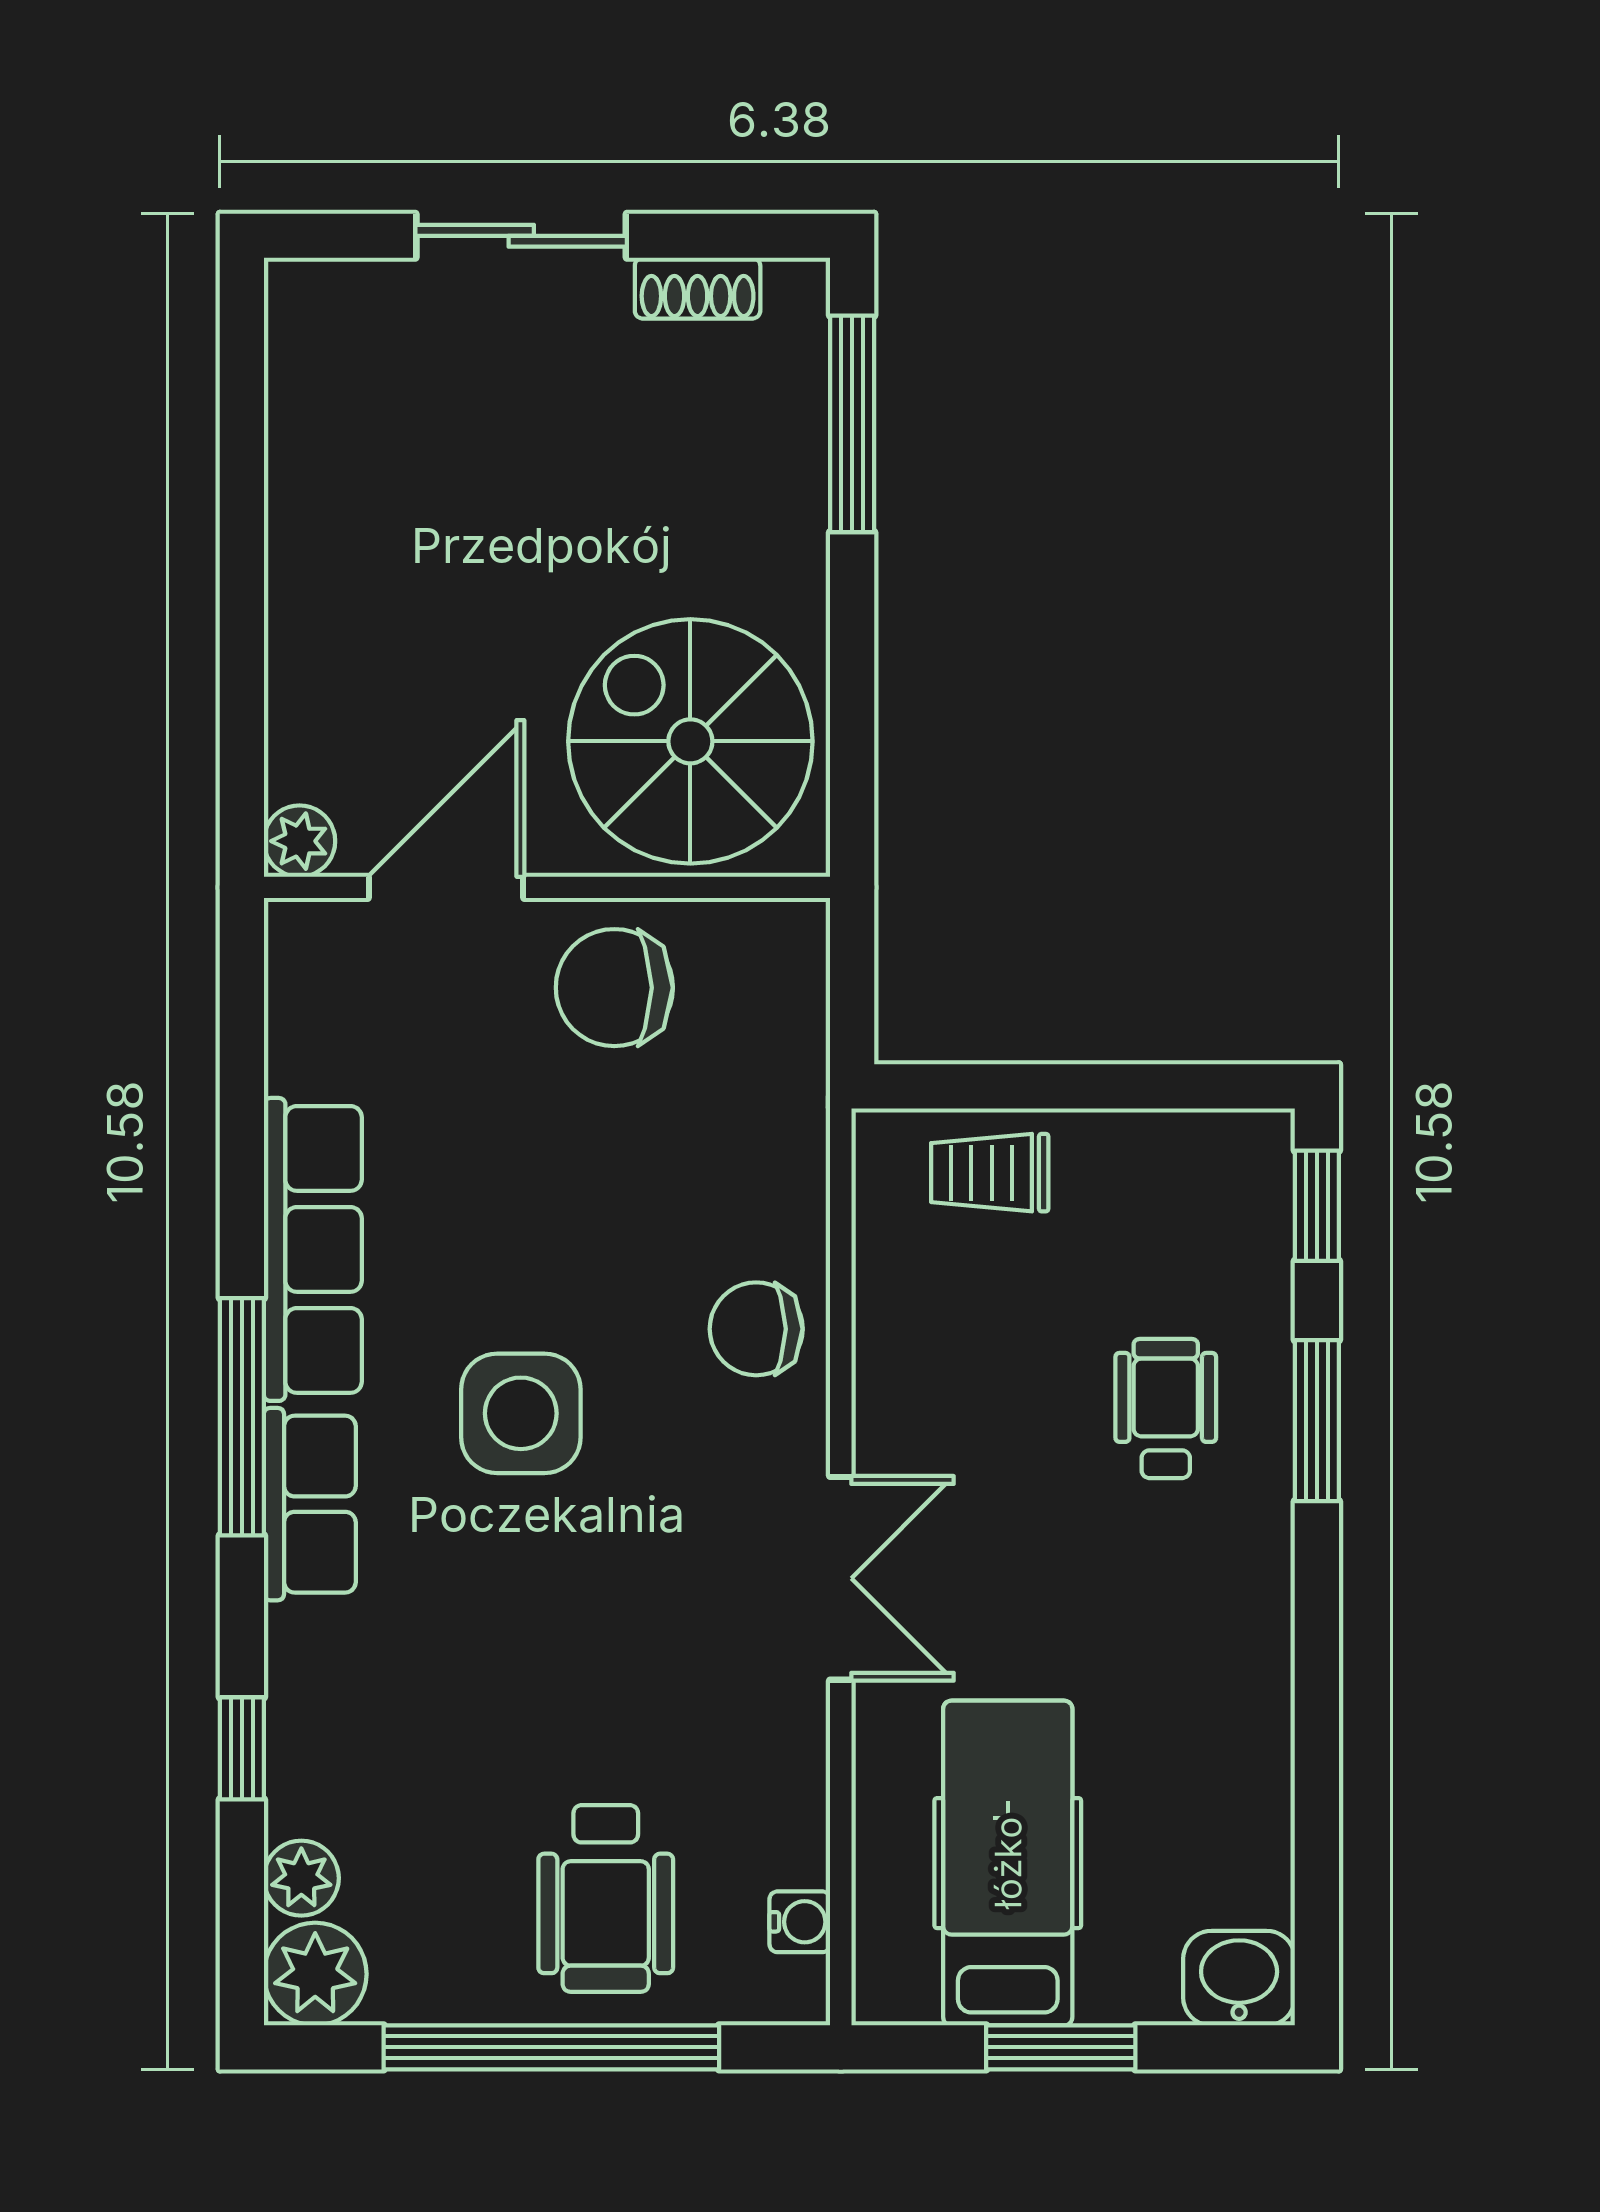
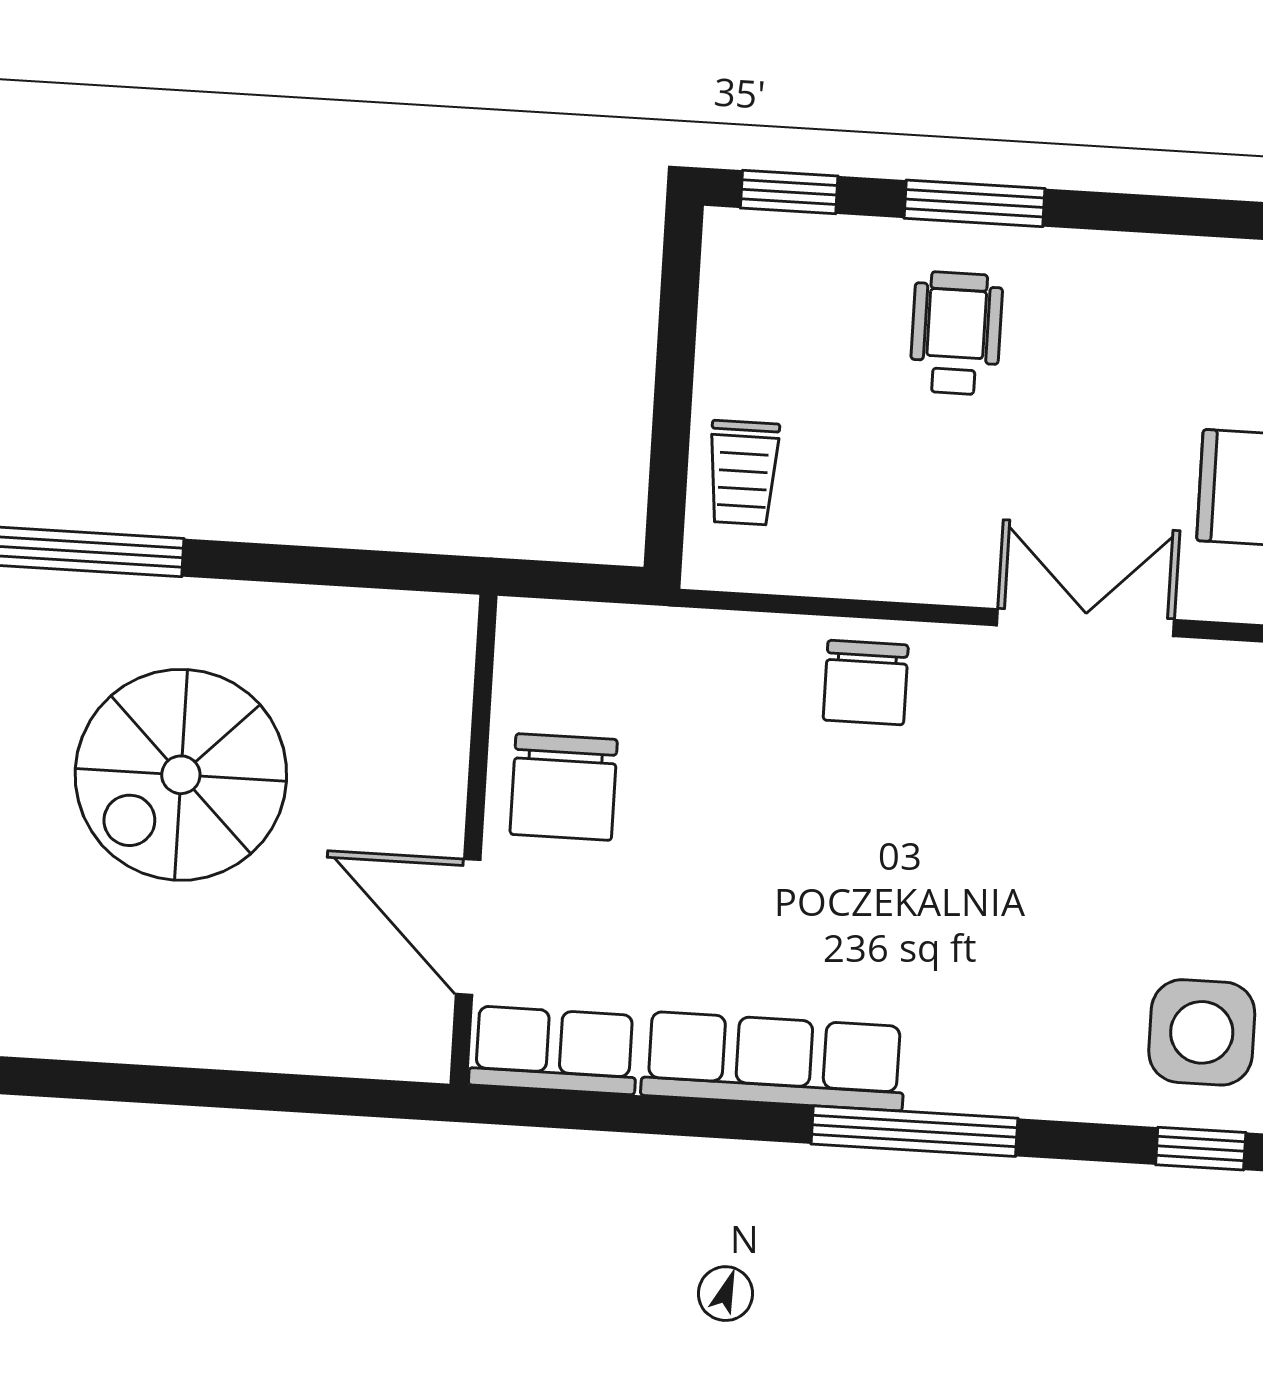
spiral stairs: (690, 741) -> (181, 775), moved
plant: (299, 841) -> (421, 1051), removed
wheelchair: (1166, 1409) -> (956, 333), turned 90
side table: (521, 1413) -> (1202, 1032), moved
row of seats: (310, 1504) -> (554, 1050), moved

